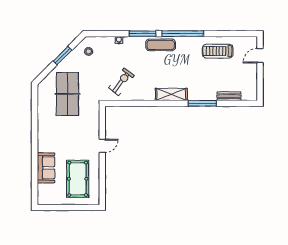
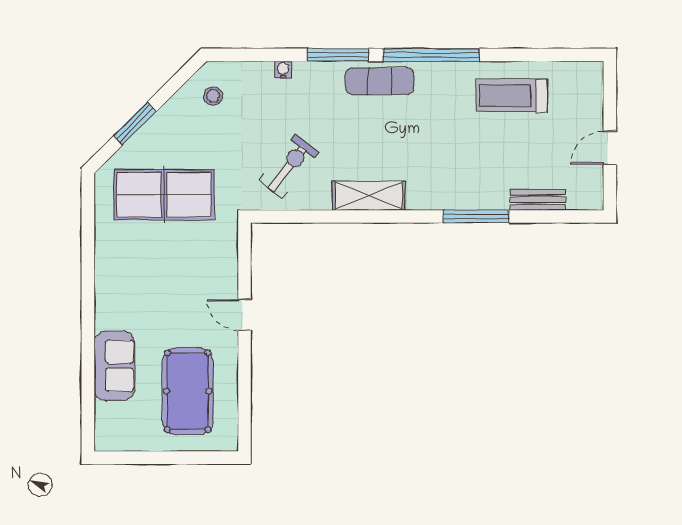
window: (63, 56) -> (135, 124), moved
door: (260, 56) -> (610, 148), moved
table tennis table: (67, 94) -> (164, 195), turned 90
shelving: (171, 94) -> (369, 196), moved
door: (102, 146) -> (245, 315), swing flipped

